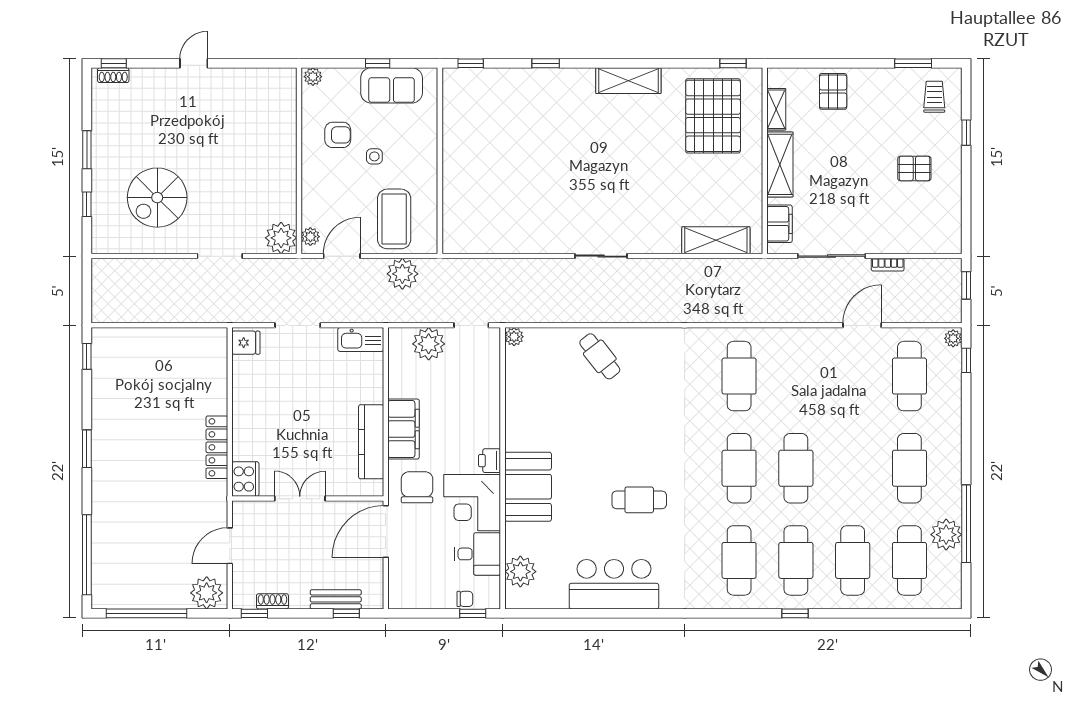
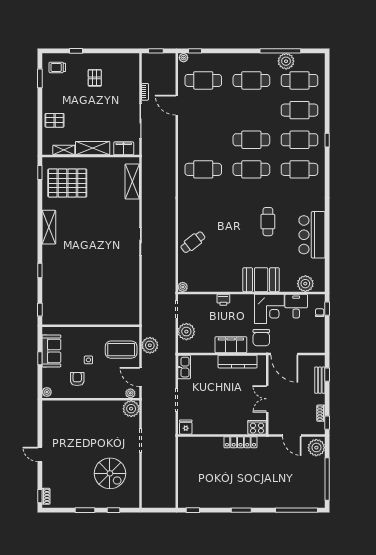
printer: (490, 461) -> (223, 300), moved
chair: (417, 487) -> (261, 338), turned -90

